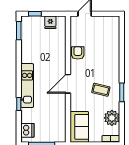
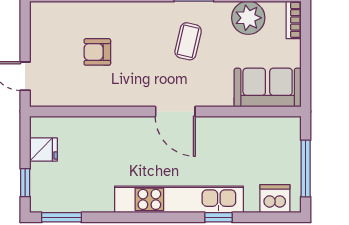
armchair: (78, 53) -> (97, 52), moved
kitchen unit: (27, 86) -> (179, 199), width x1.36

